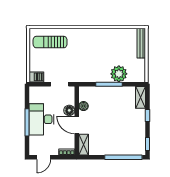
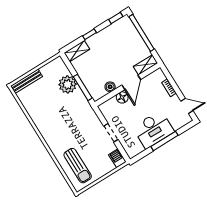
boiler: (83, 106) -> (110, 87), moved
floor lamp: (69, 110) -> (122, 97), moved
wall: (77, 121) -> (127, 85), moved
door: (77, 125) -> (131, 82), moved
shelving: (84, 145) -> (145, 65), moved

